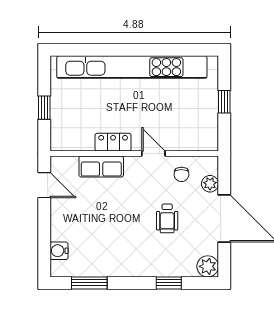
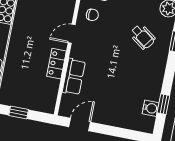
wheelchair: (167, 218) -> (143, 37), moved, turned 36
water cooler: (59, 251) -> (151, 108), moved, turned -90
window: (89, 283) -> (163, 104), width x0.67

